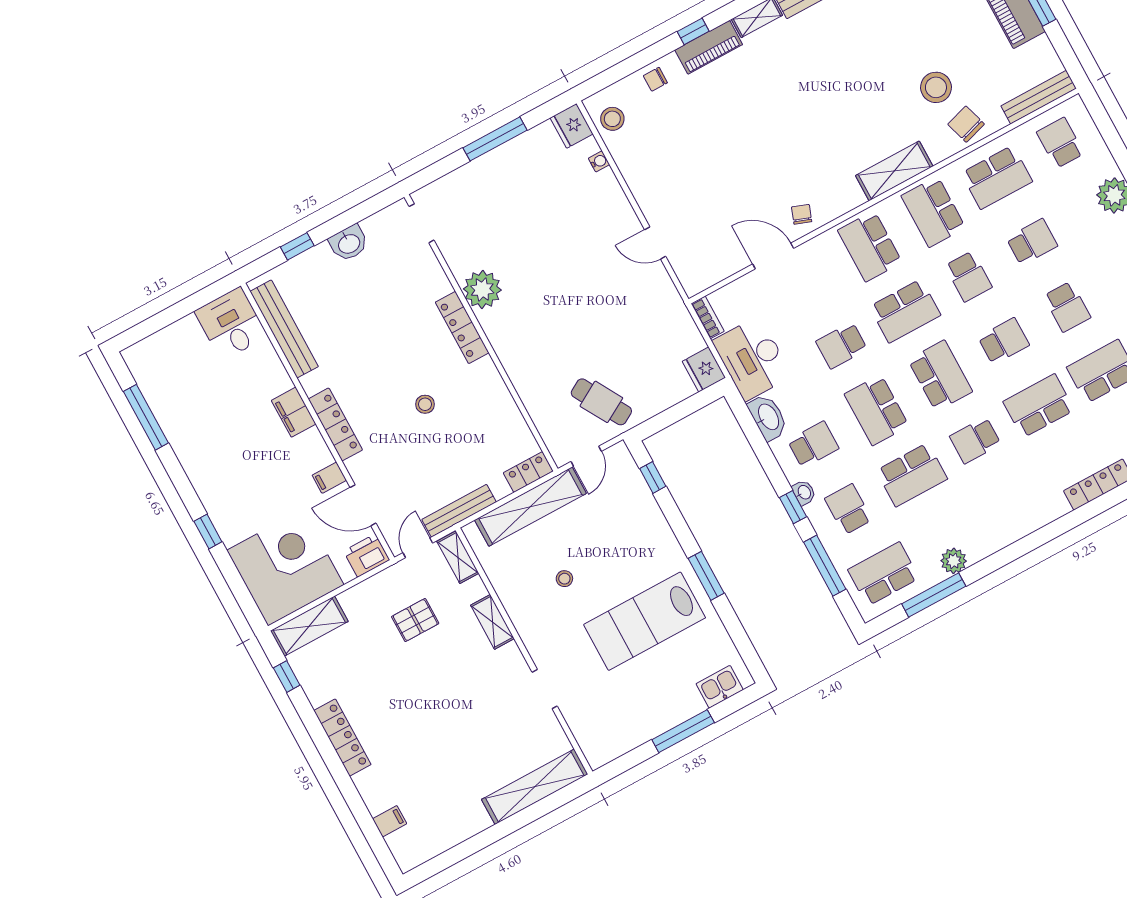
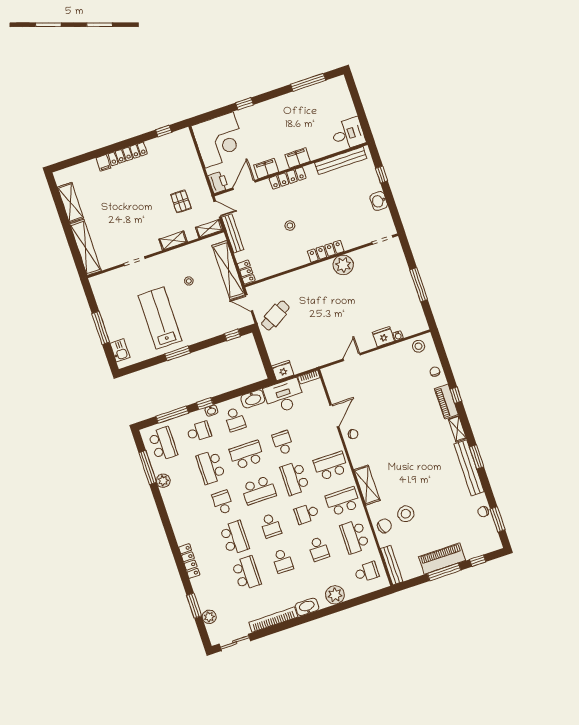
fridge: (572, 126) -> (383, 337), moved
school desk: (1067, 307) -> (283, 561), turned -90
filing cabinet: (329, 478) -> (266, 169), width x2.00
shelving: (309, 626) -> (70, 203), moved
filing cabinet: (390, 821) -> (103, 163), moved

